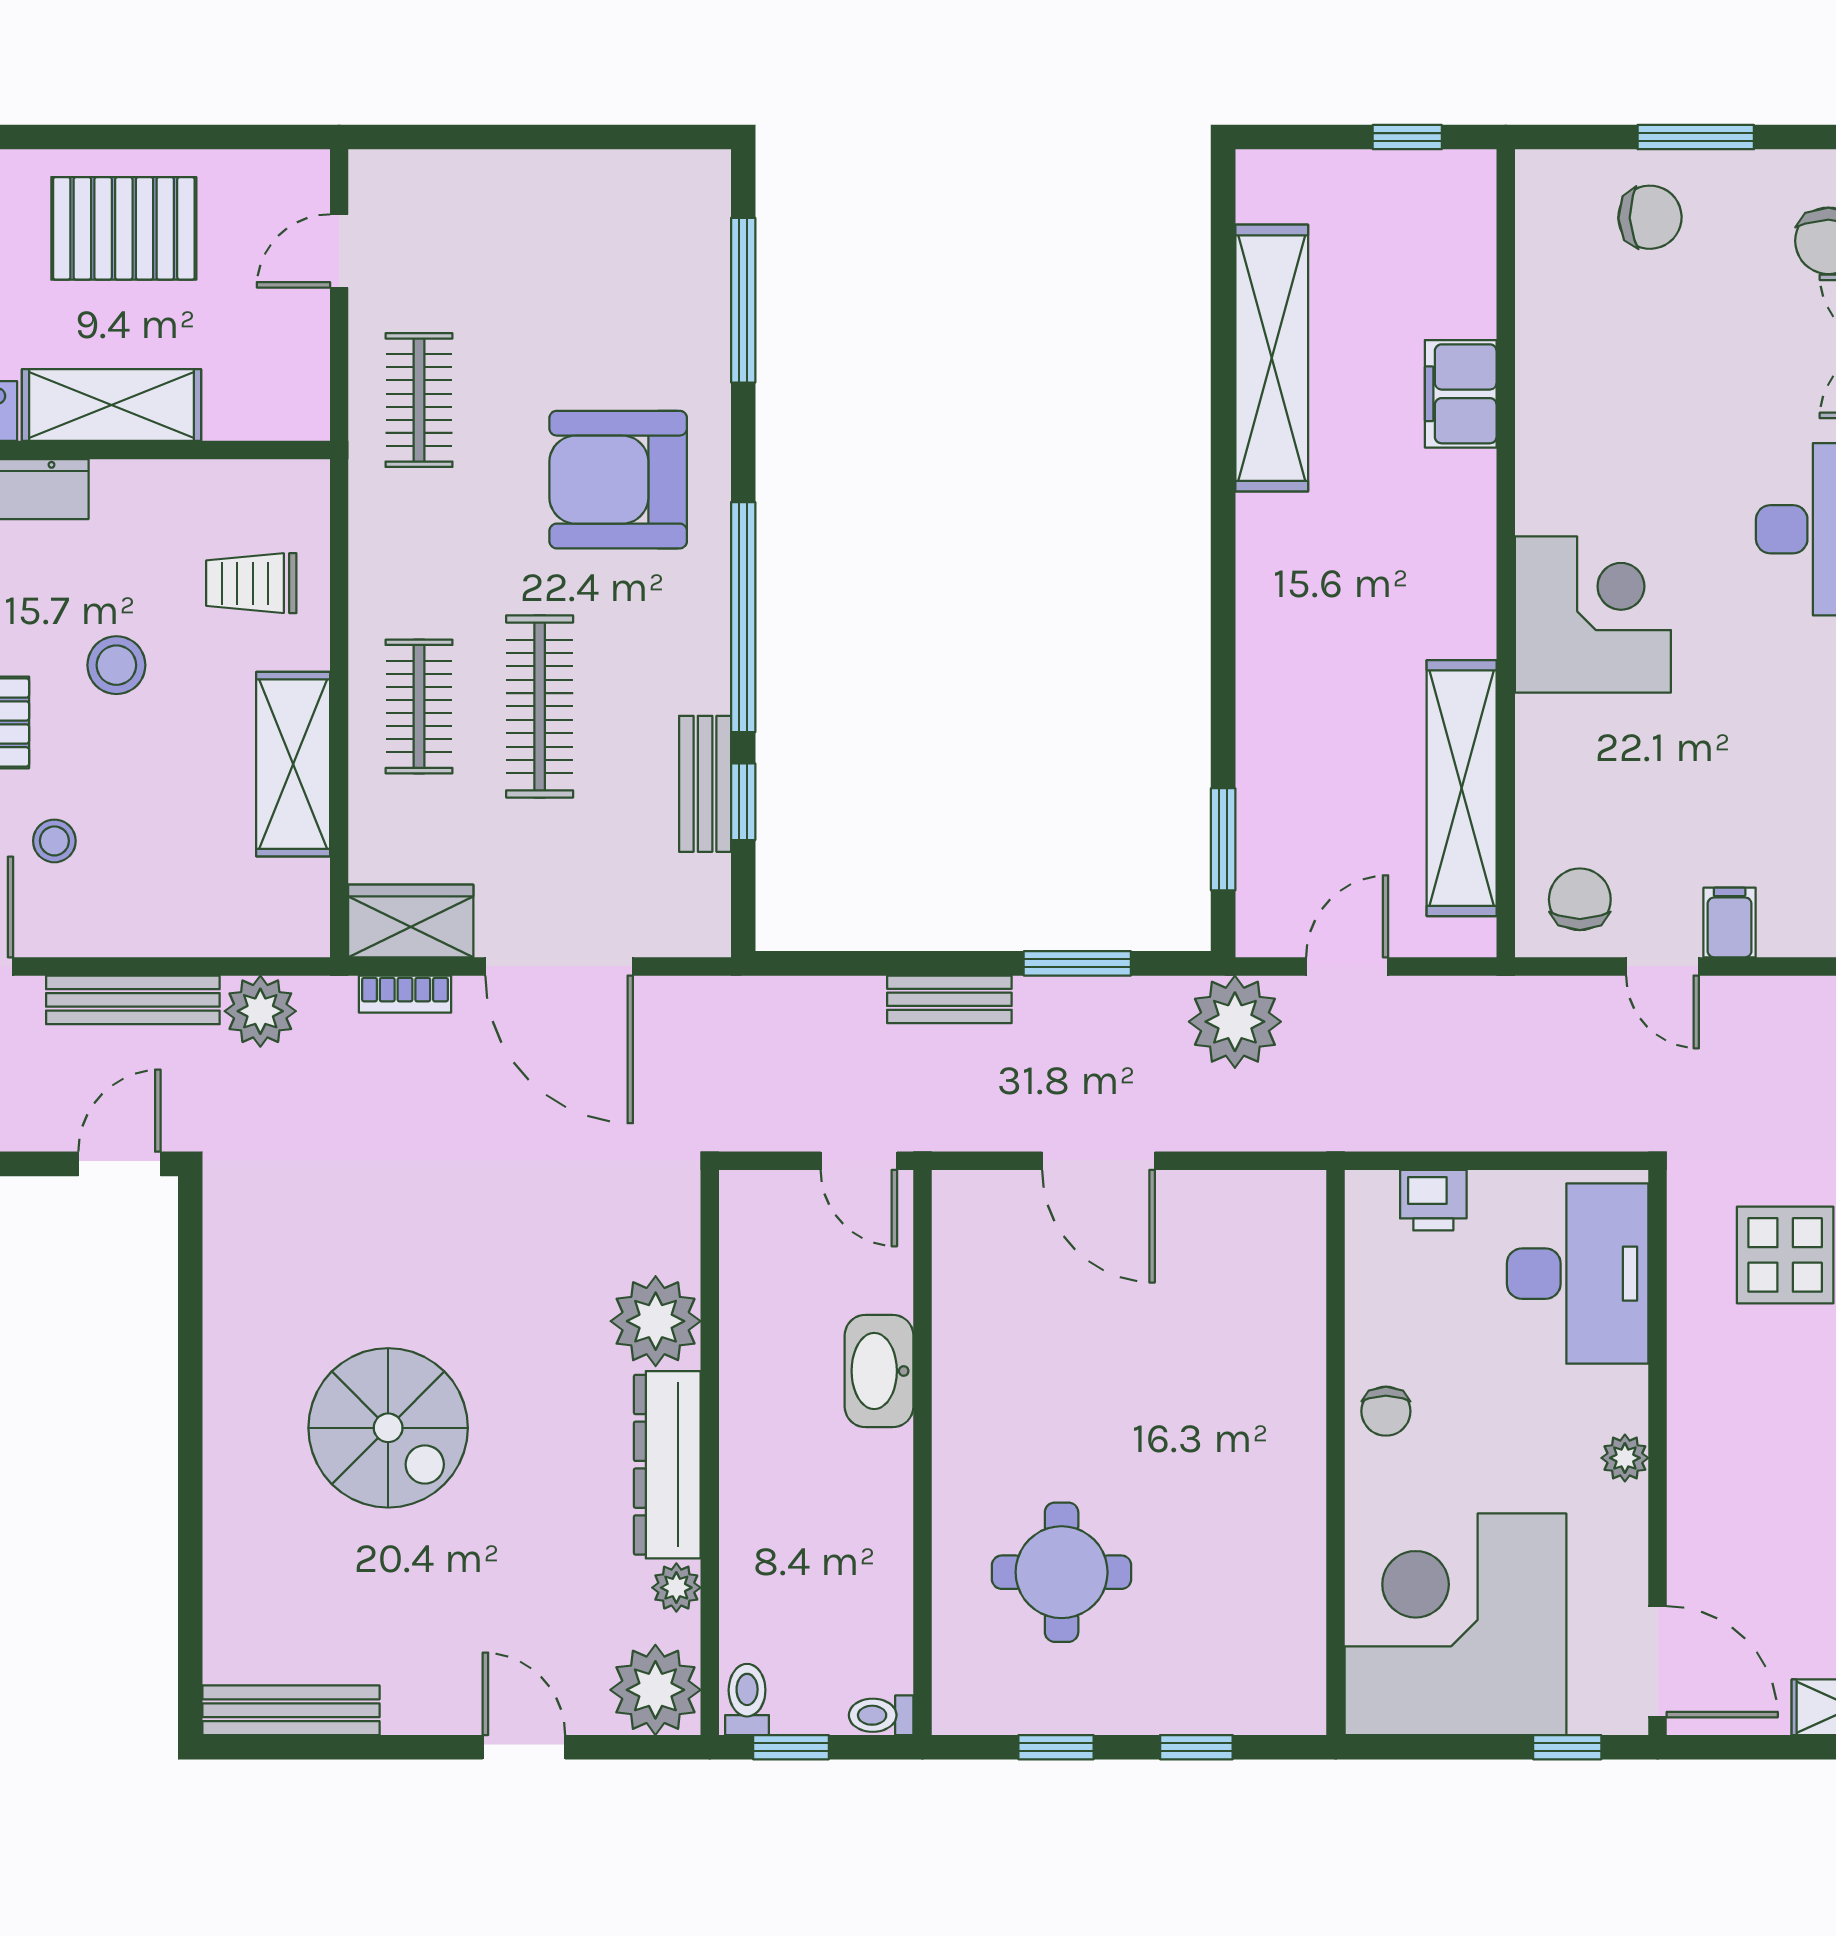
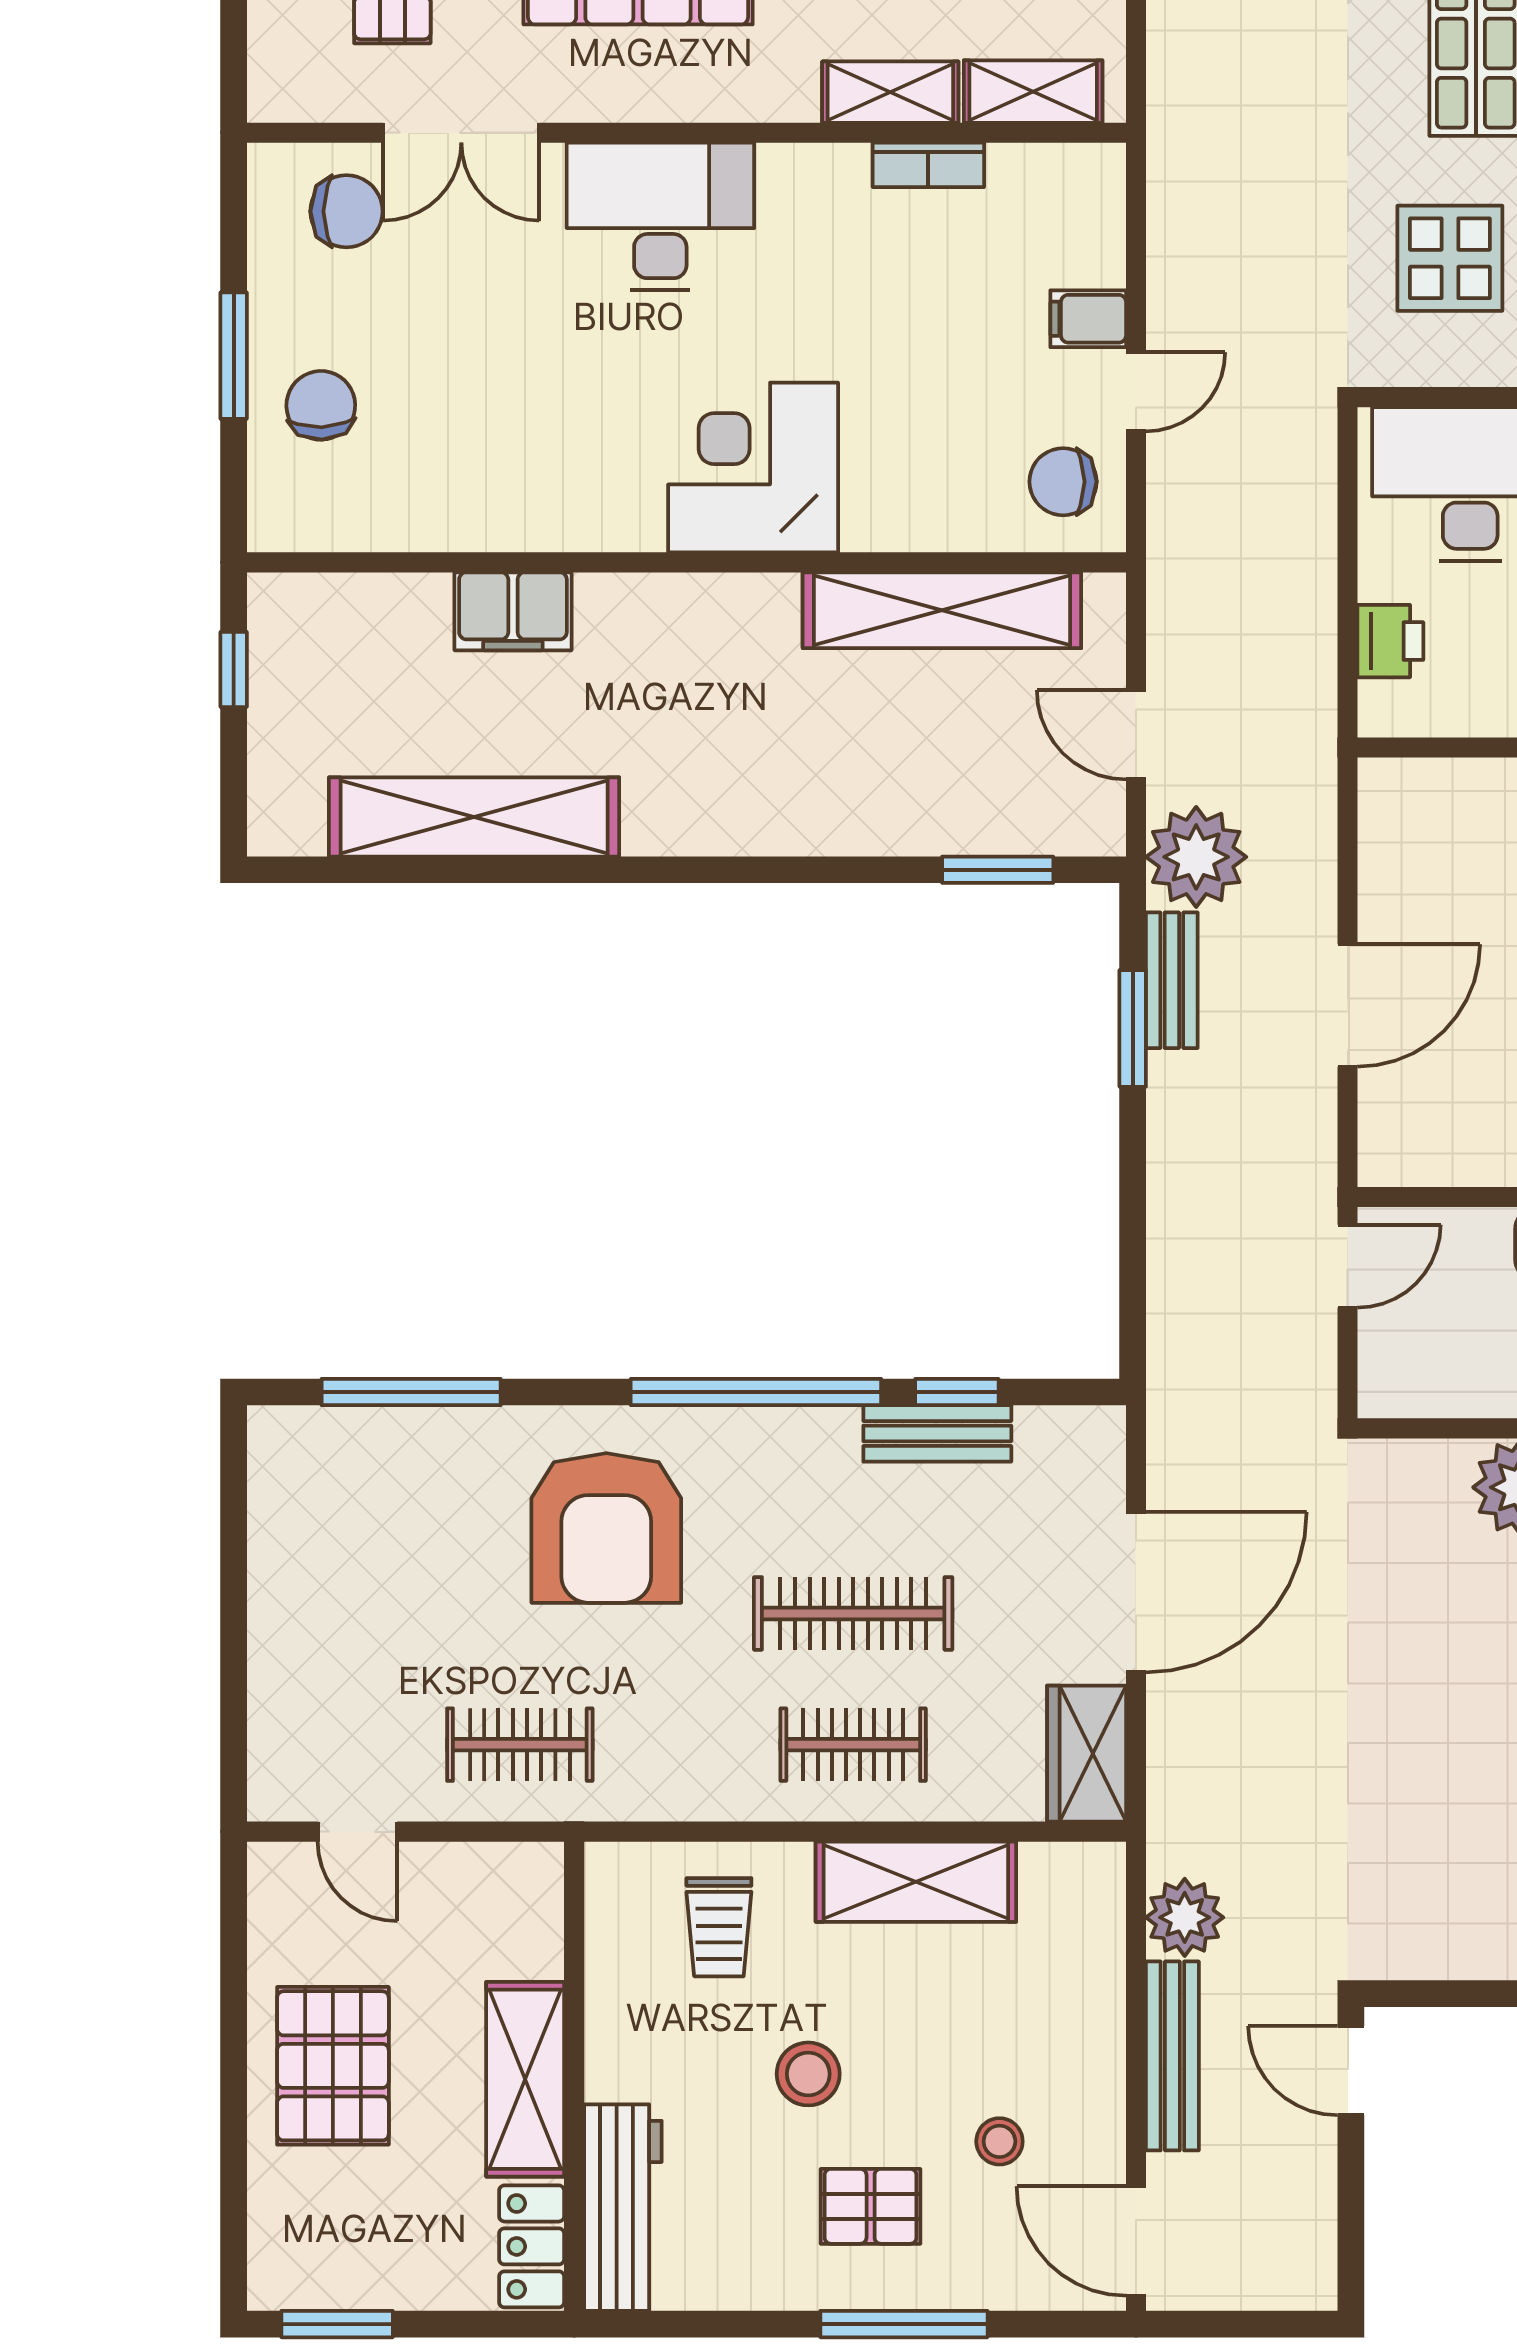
bookcase: (405, 994) -> (1166, 1760), removed
bench: (949, 999) -> (1172, 980), moved

